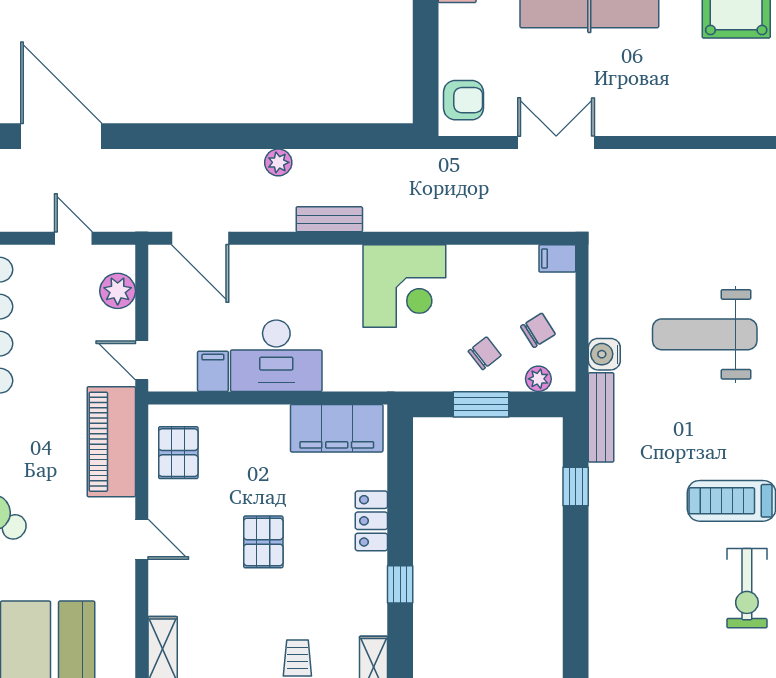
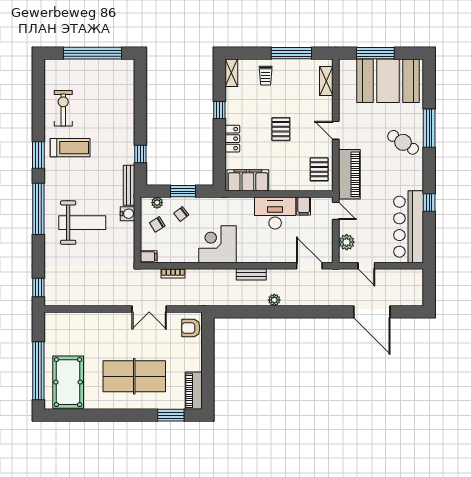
bookcase: (503, 221) -> (173, 273), added

